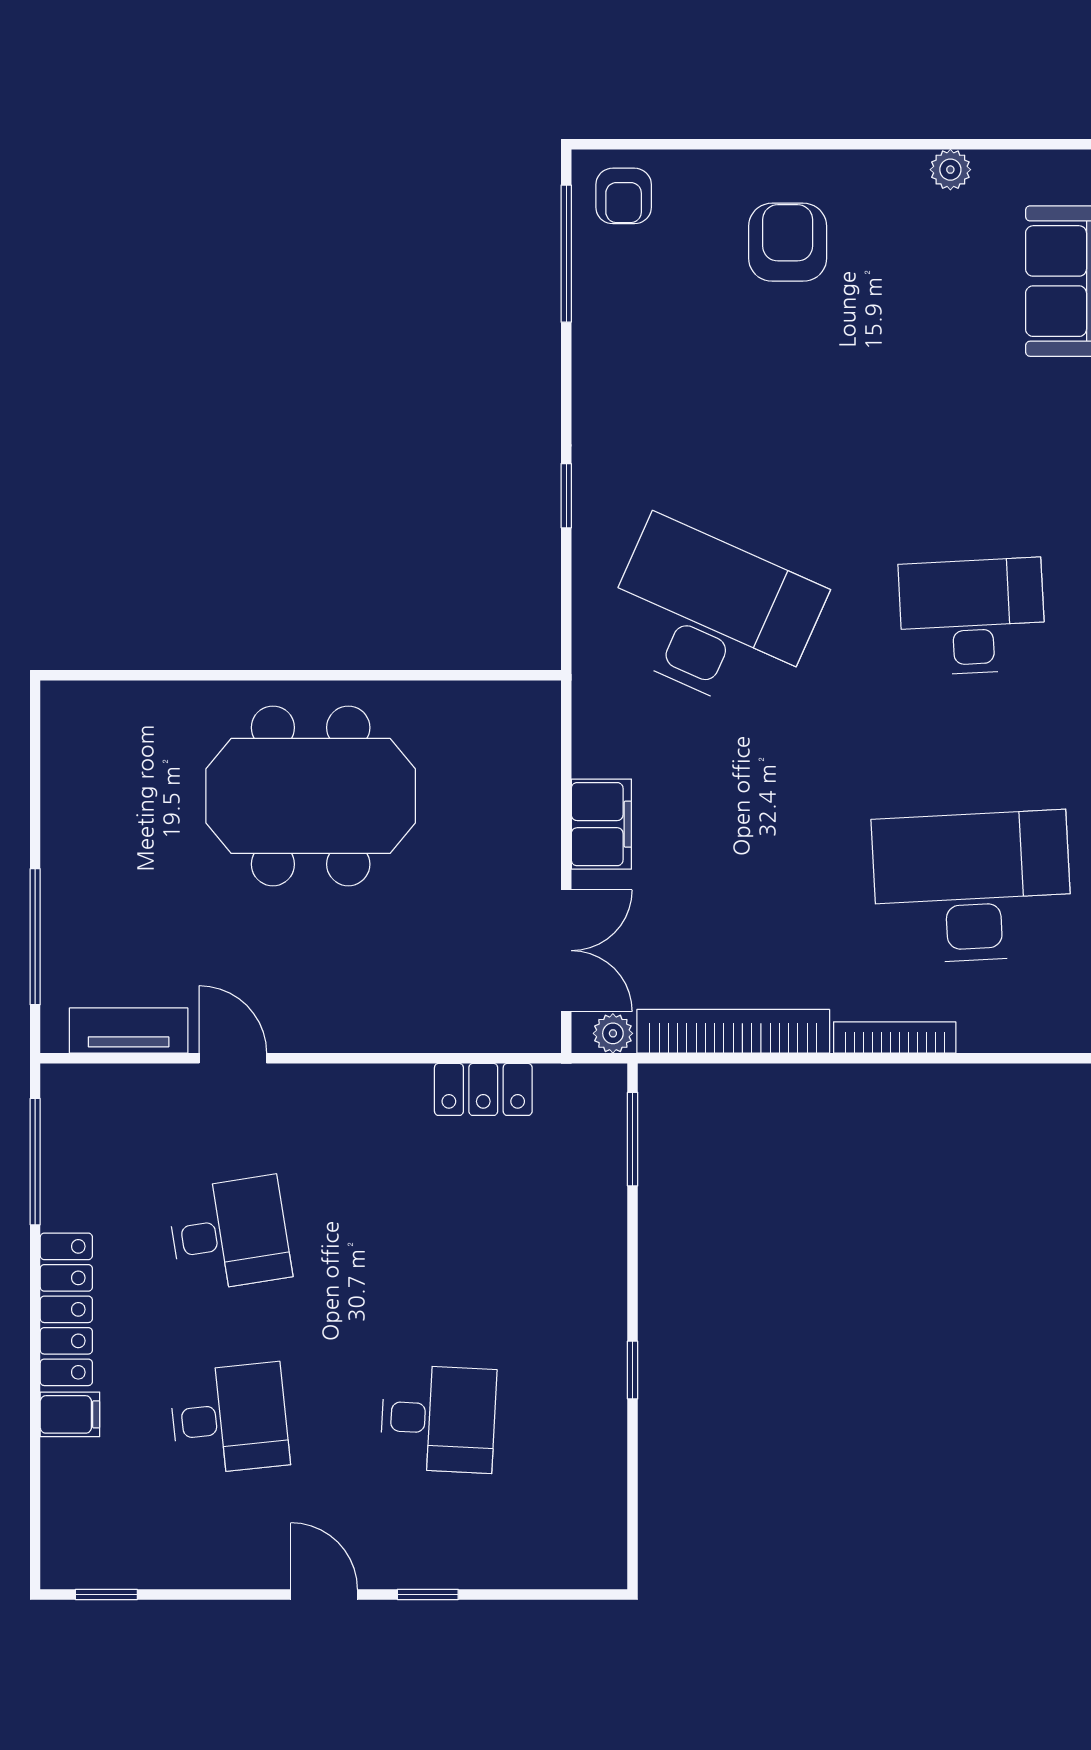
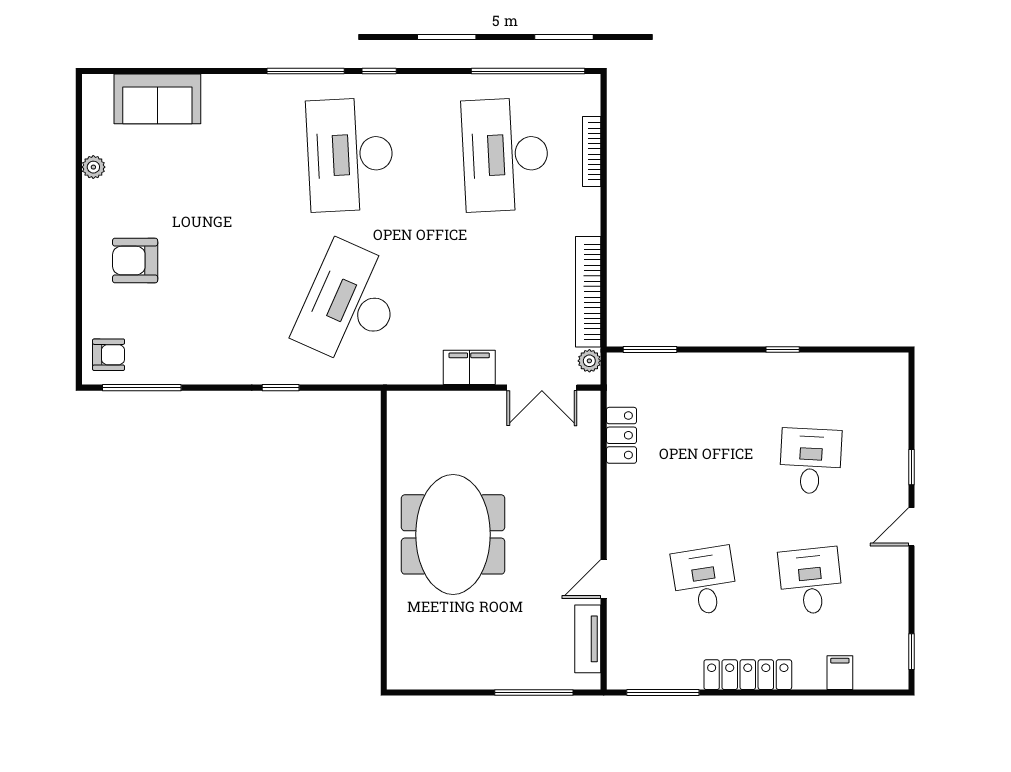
desk: (972, 617) -> (350, 155), width x1.36, depth x1.30
double door: (566, 951) -> (542, 388), swing flipped
bookcase: (895, 1038) -> (592, 151), moved
filing cabinet: (70, 1414) -> (840, 673), moved

